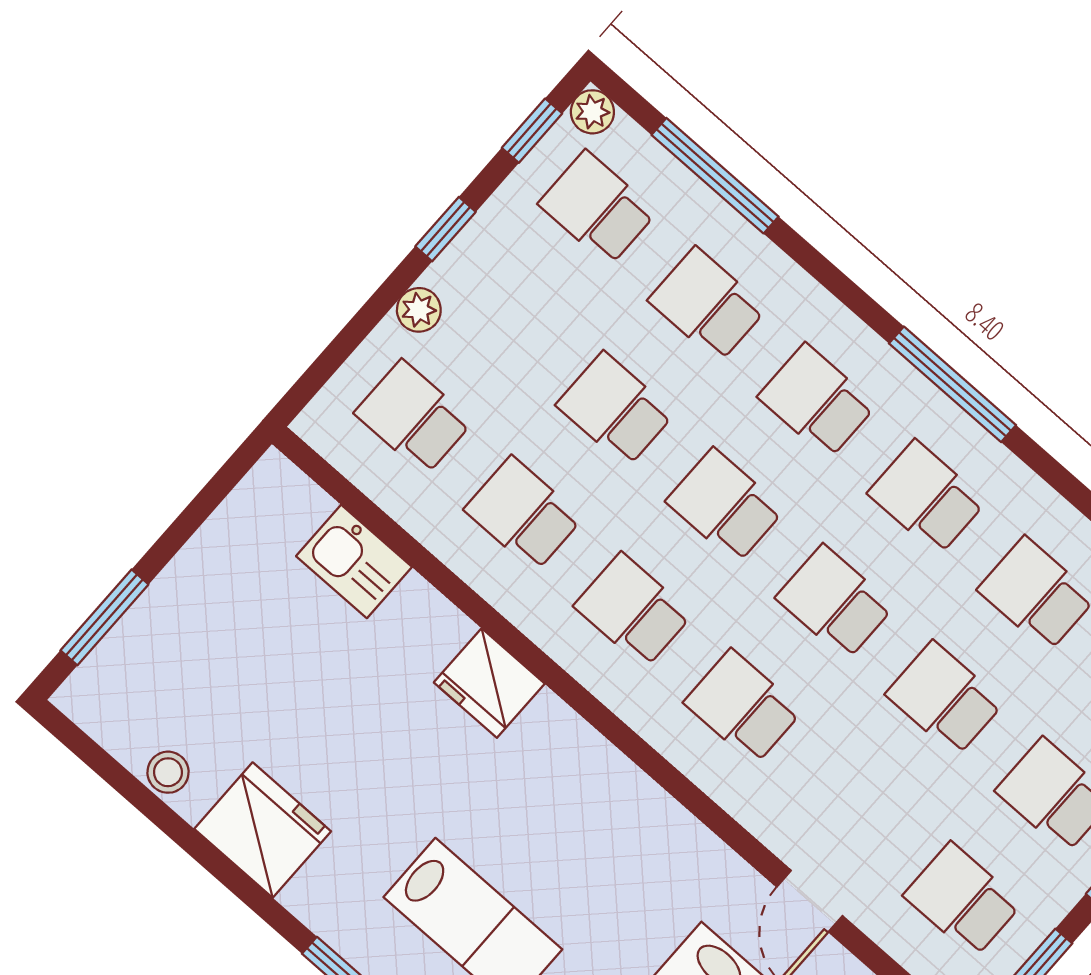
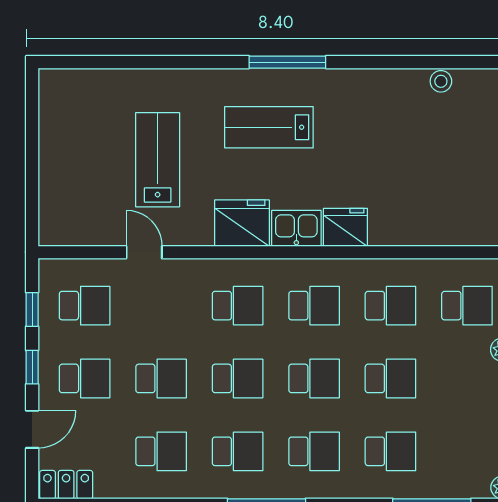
school desk: (597, 208) -> (467, 451), removed
kitchen sink: (354, 561) -> (296, 228), moved
fridge: (263, 830) -> (242, 223), moved, turned 180

